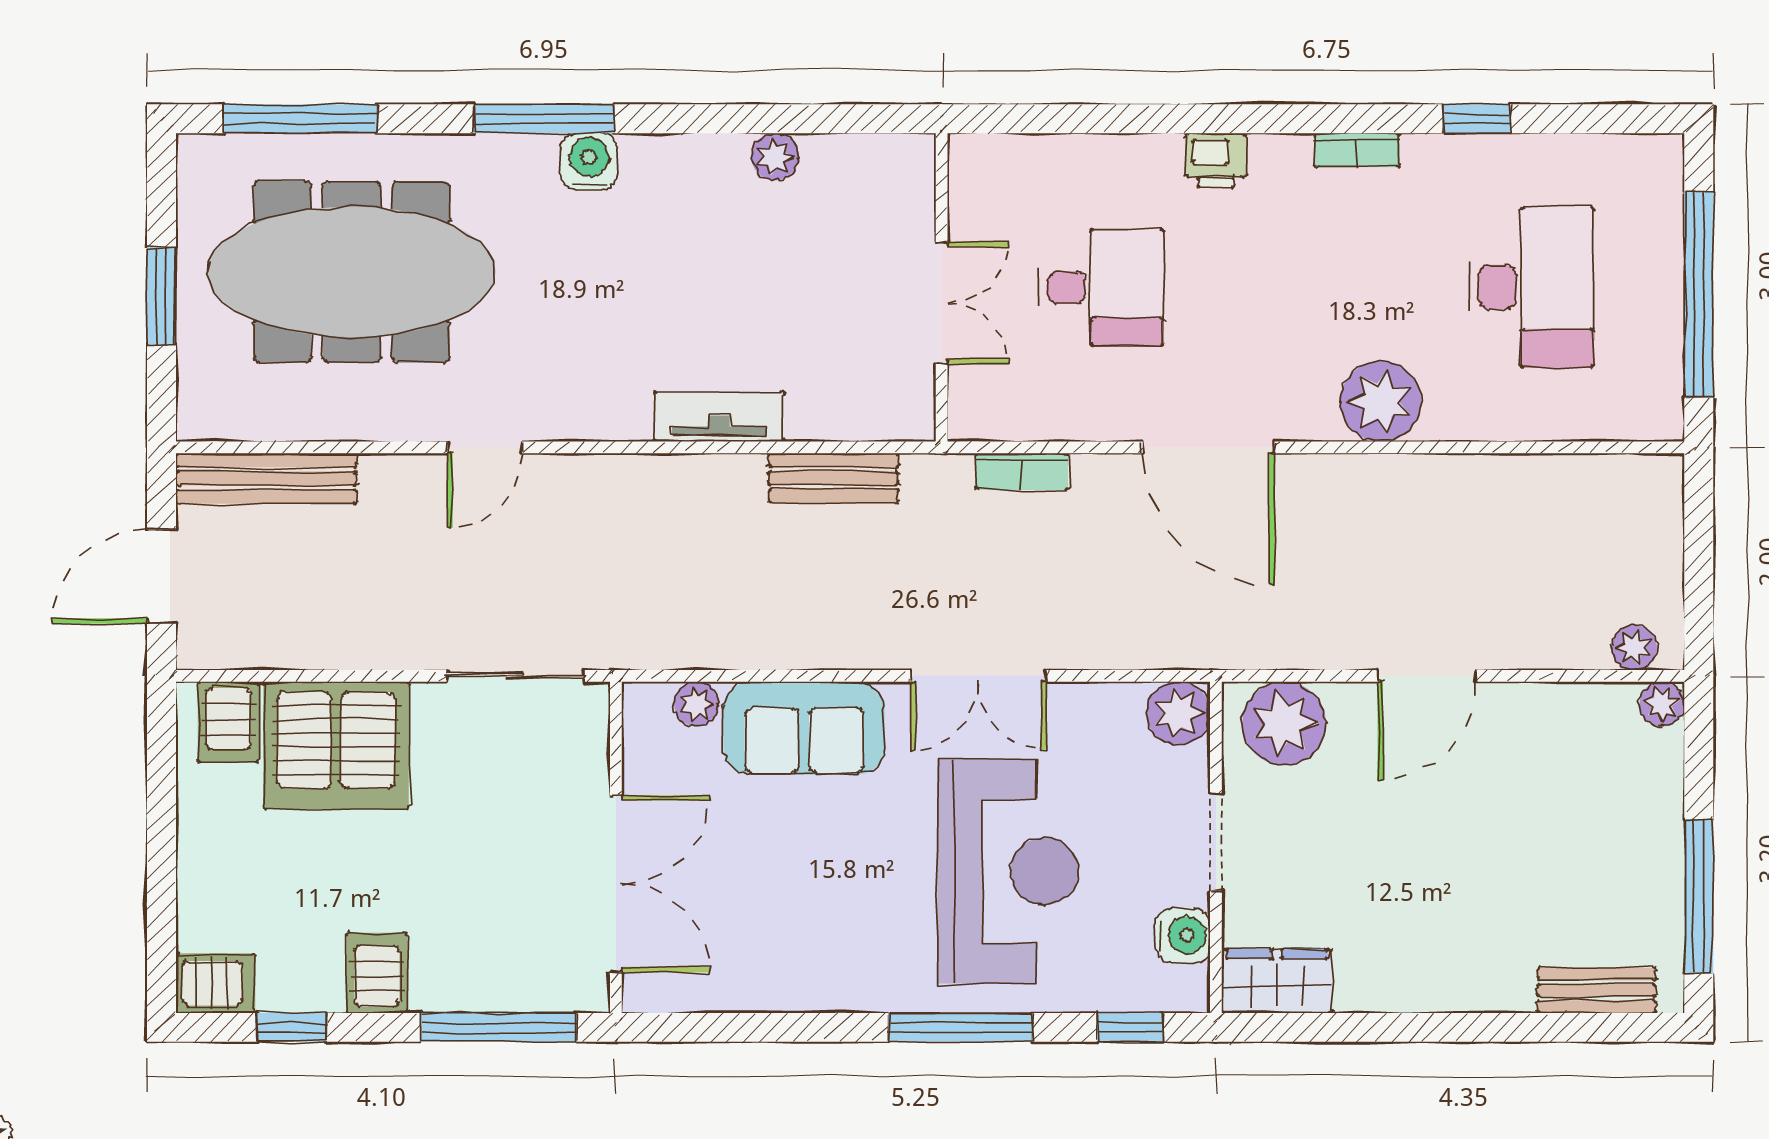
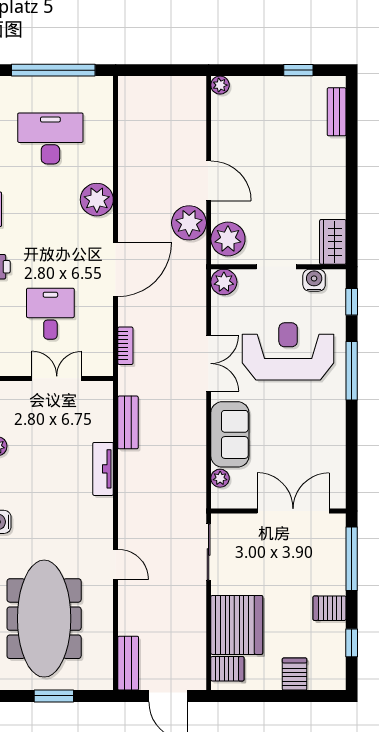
bench: (266, 478) -> (128, 663), width x0.73
plant: (1634, 648) -> (189, 223), moved, width x1.87, depth x1.87
window: (1699, 896) -> (298, 70), width x0.46
server rack: (215, 983) -> (295, 674), moved

